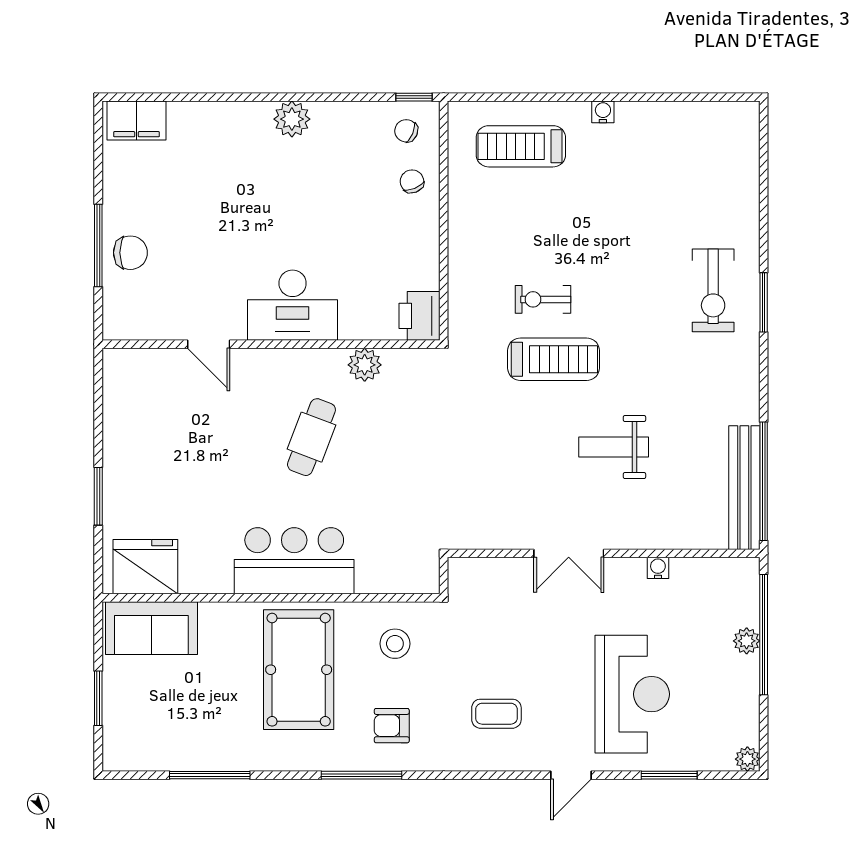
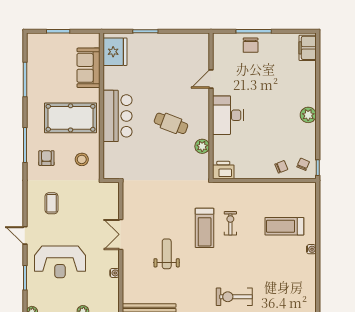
treadmill: (521, 146) -> (284, 226), moved, turned -90
sofa: (151, 628) -> (88, 68), moved

